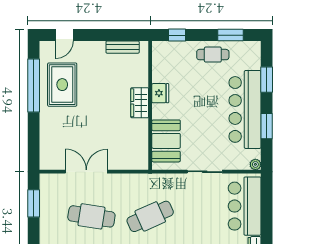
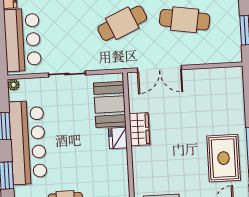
fridge: (160, 93) -> (118, 138), moved
wardrobe: (140, 103) -> (139, 129), moved
double door: (86, 172) -> (159, 69), moved

